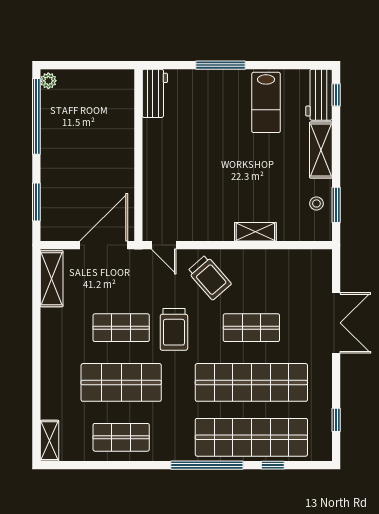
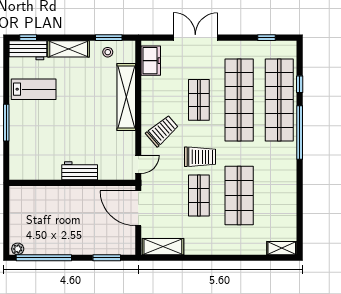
workbench: (155, 93) -> (80, 171), moved
shelving: (255, 232) -> (126, 97), width x2.20, depth x1.33
freezer: (305, 262) -> (151, 61), added
shop shelf: (121, 437) -> (279, 196), removed

